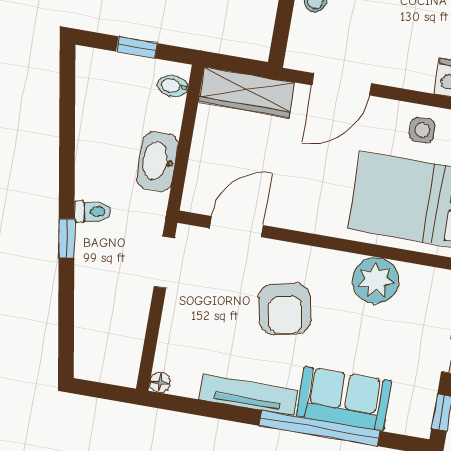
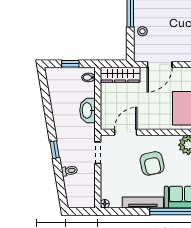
toilet: (92, 212) -> (69, 171), moved

